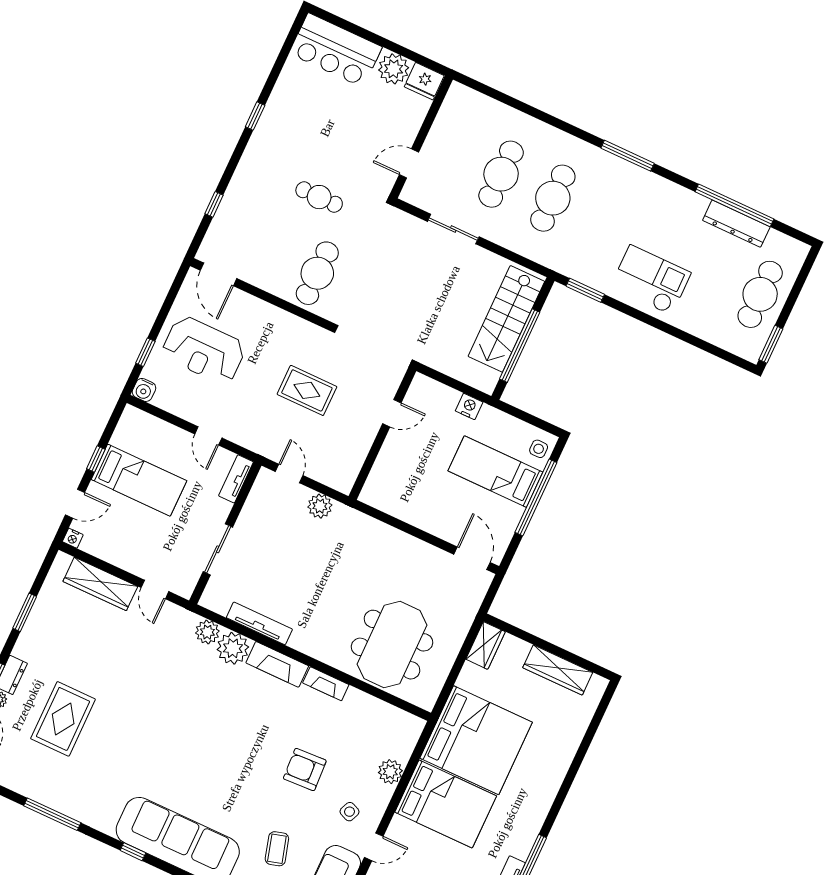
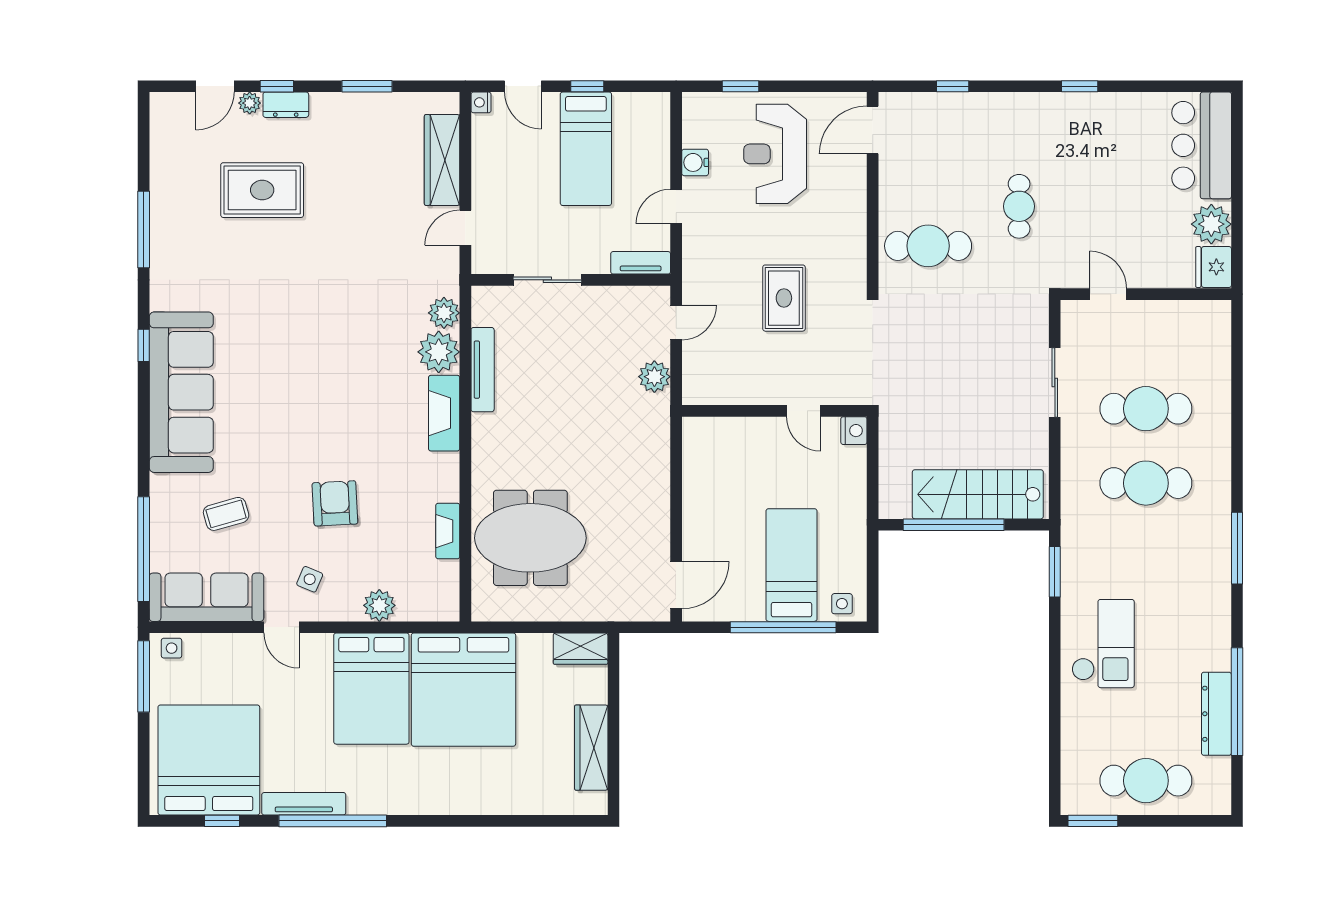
water cooler: (144, 390) -> (695, 162), moved
nightstand: (469, 406) -> (854, 431), moved
fireplace: (326, 684) -> (448, 531), moved

